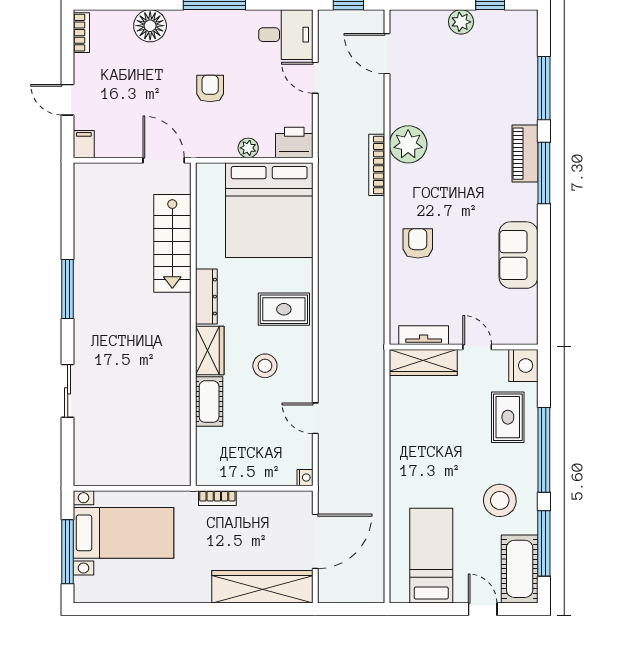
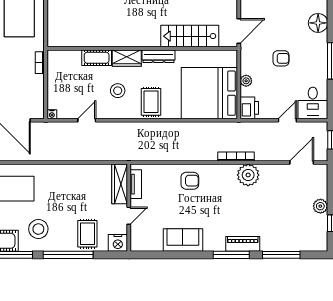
rug: (508, 417) -> (87, 234), turned 90

